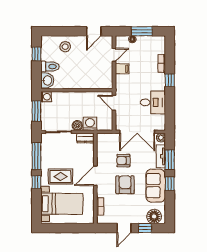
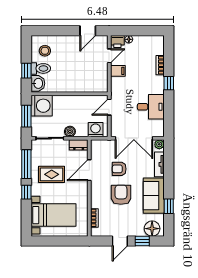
window: (142, 31) -> (139, 31), removed
printer: (122, 41) -> (117, 42), added
stool: (65, 47) -> (45, 51), moved
window: (36, 54) -> (26, 71), moved
washing machine: (46, 97) -> (42, 106), width x1.89, depth x1.89
door: (114, 103) -> (109, 107), hinge flipped
washing machine: (90, 124) -> (96, 130), moved
window: (170, 160) -> (169, 168), removed
rug: (60, 176) -> (52, 174), moved
door: (95, 176) -> (89, 170), moved
window: (170, 184) -> (169, 206), moved

